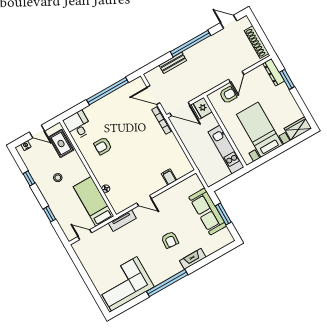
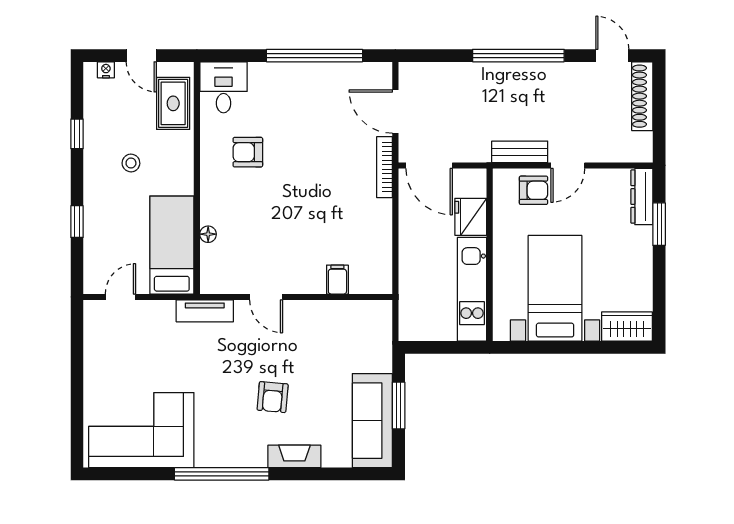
shoe rack: (257, 42) -> (642, 96), moved
bench: (173, 63) -> (520, 152), moved
fridge: (202, 108) -> (471, 217), moved
sofa: (208, 211) -> (372, 421), moved
door: (85, 235) -> (120, 297), hinge flipped

